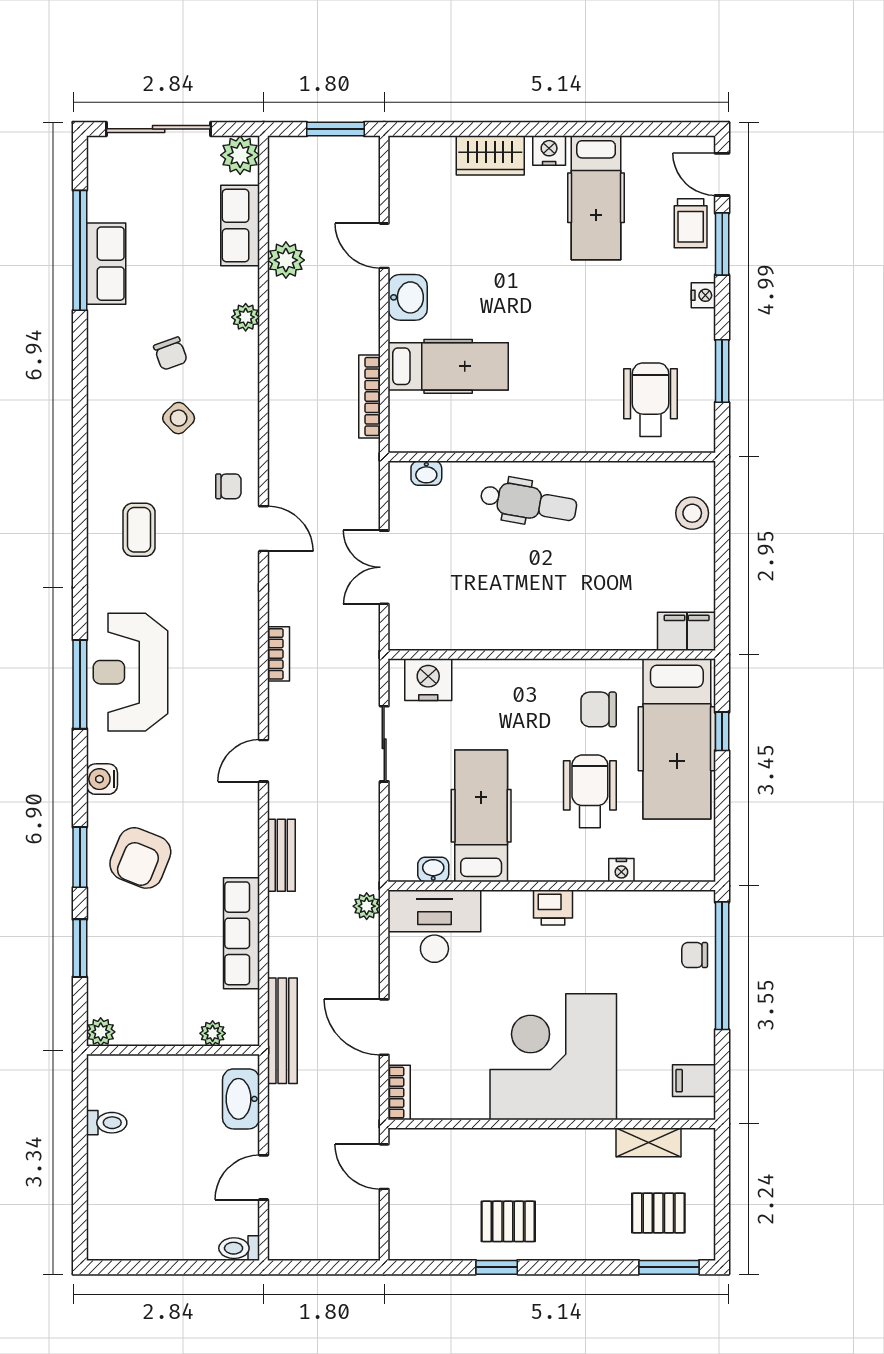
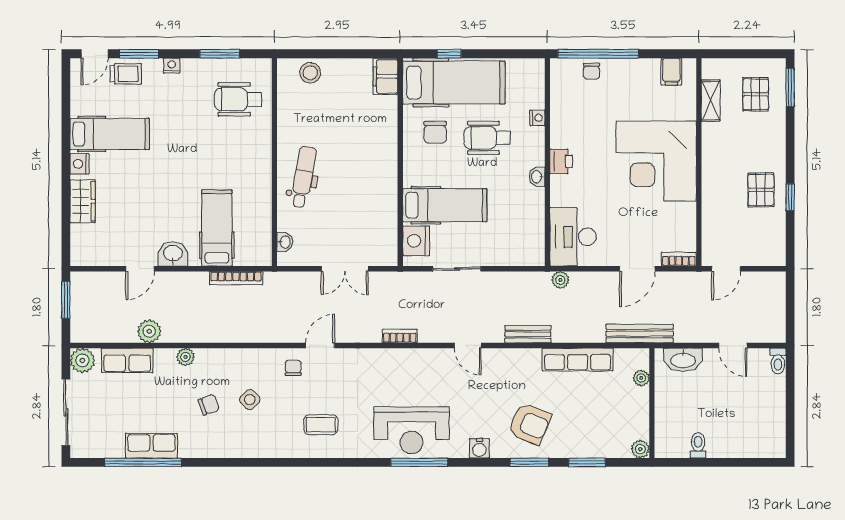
hospital bed: (481, 816) -> (445, 205), moved, turned 180
washbasin: (433, 869) -> (537, 177), moved

